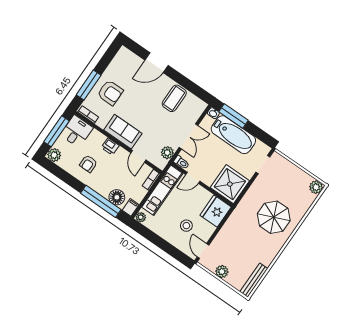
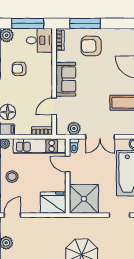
armchair: (110, 93) -> (91, 46), turned 90
printer: (110, 147) -> (46, 77), removed
stool: (186, 226) -> (12, 177), moved

